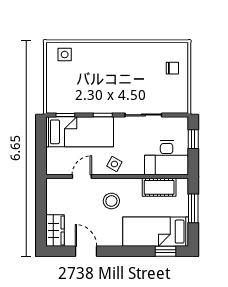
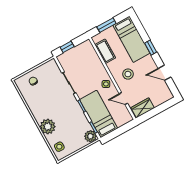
plant: (100, 54) -> (48, 126), added
plant: (56, 104) -> (90, 136), added
desk: (167, 158) -> (86, 56), removed
wardrobe: (55, 231) -> (143, 108), moved
door: (86, 251) -> (164, 73), hinge flipped
window: (166, 251) -> (151, 48), moved

